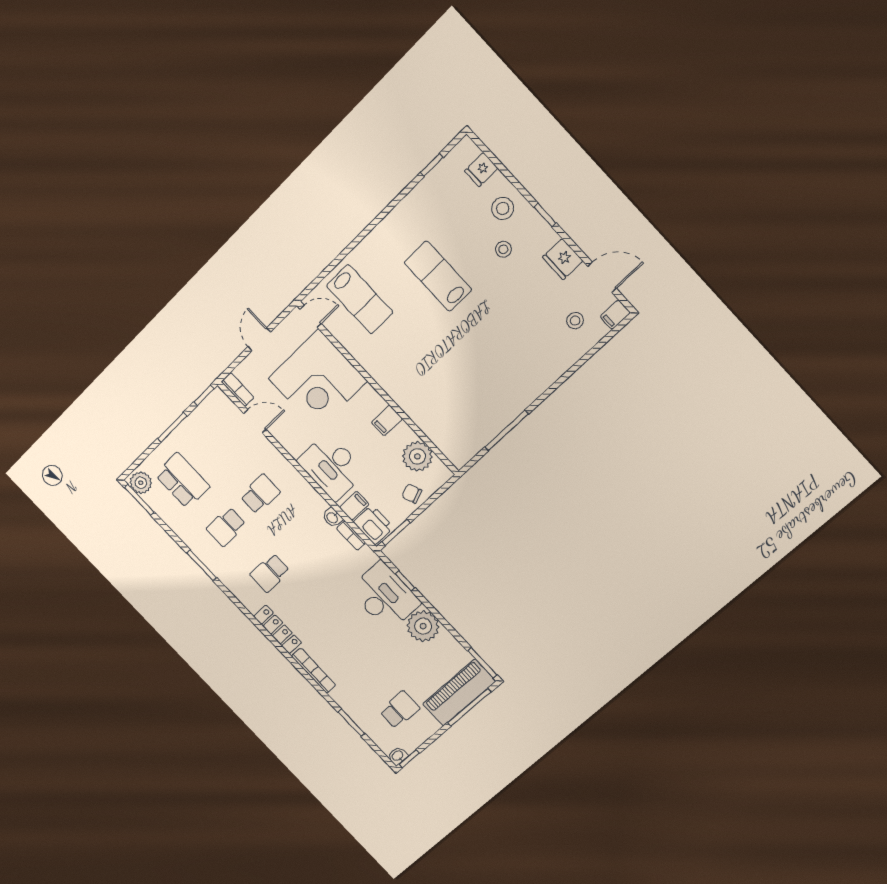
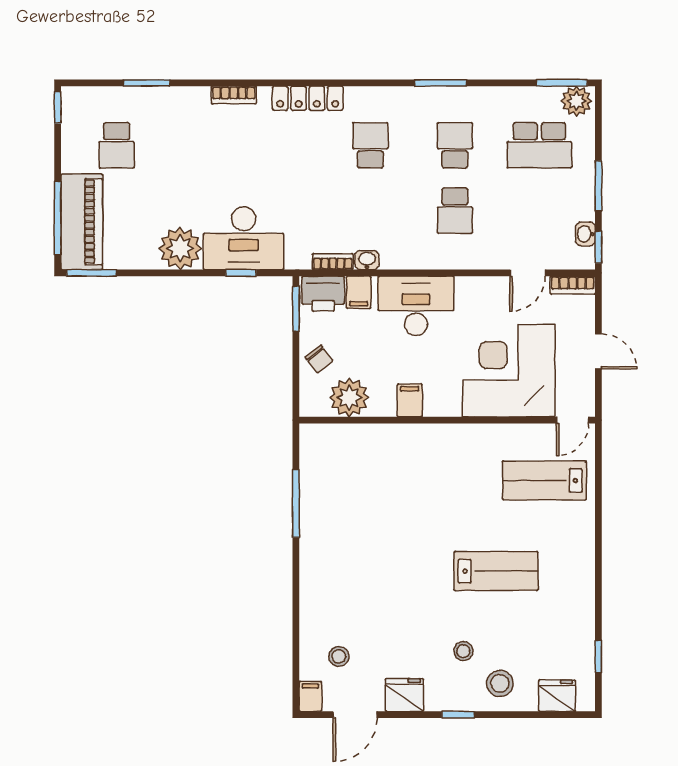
fridge: (481, 170) -> (557, 696), width x1.38
chair: (412, 494) -> (319, 359), turned 73
bookcase: (314, 671) -> (234, 95), width x0.64
washbasin: (398, 756) -> (585, 234), moved, turned 180

